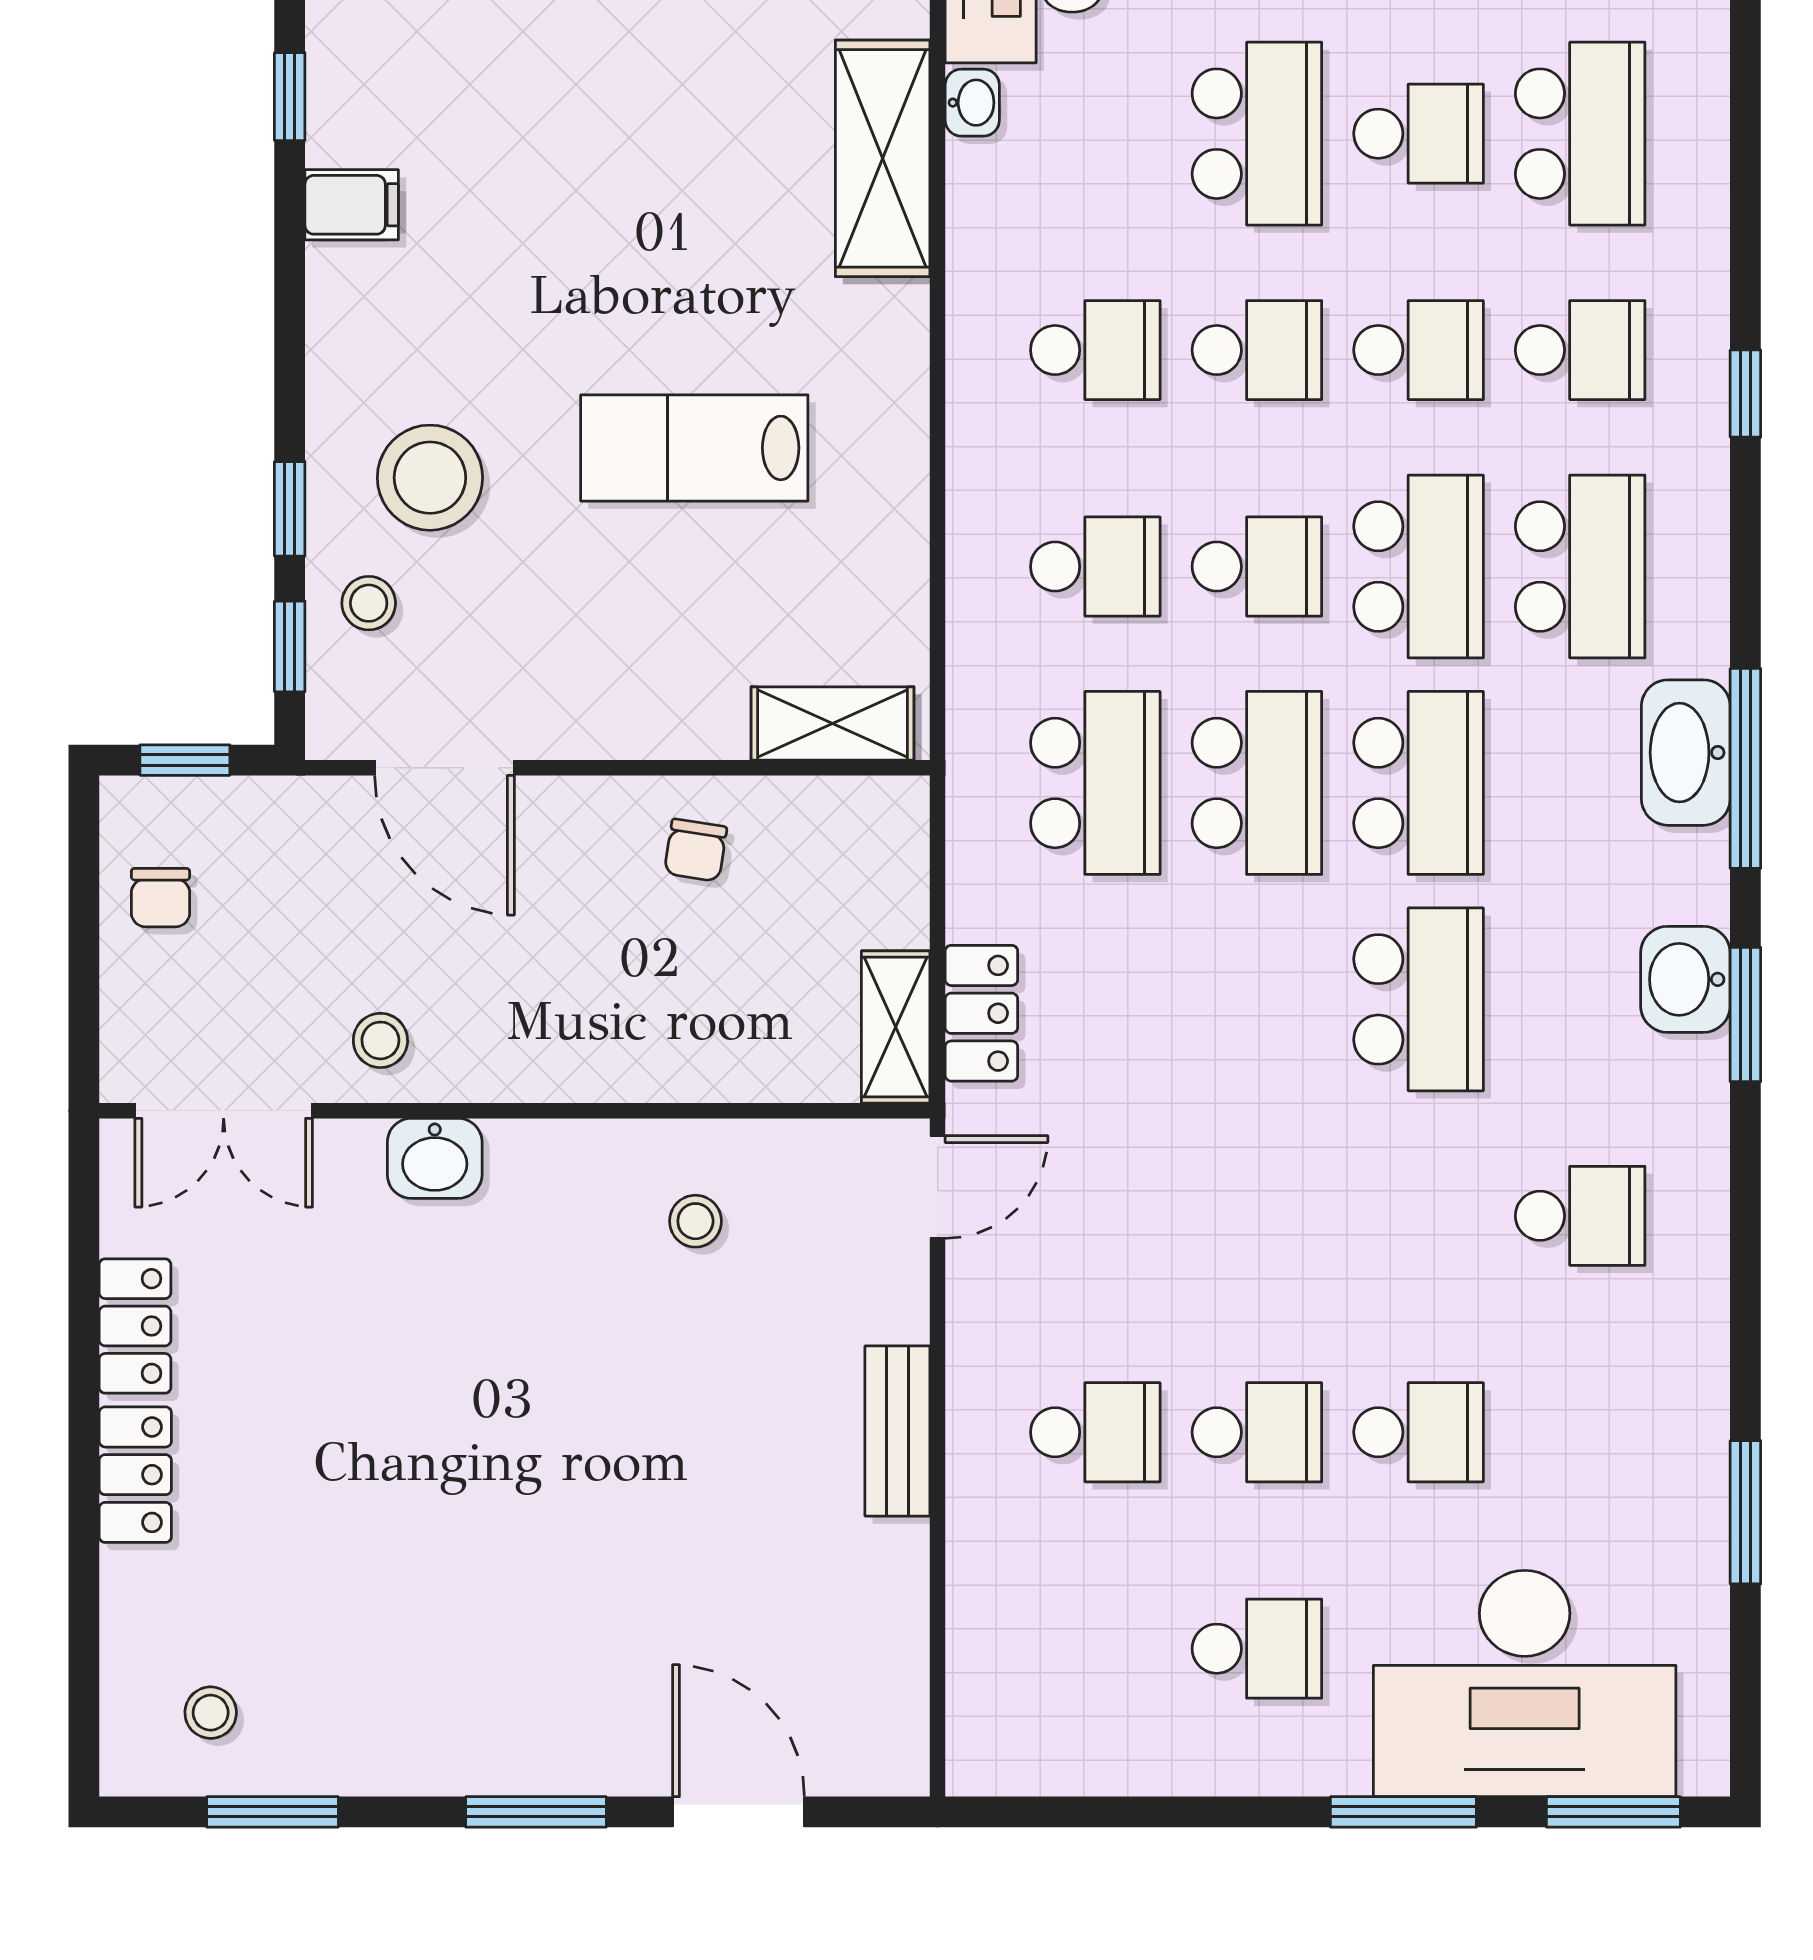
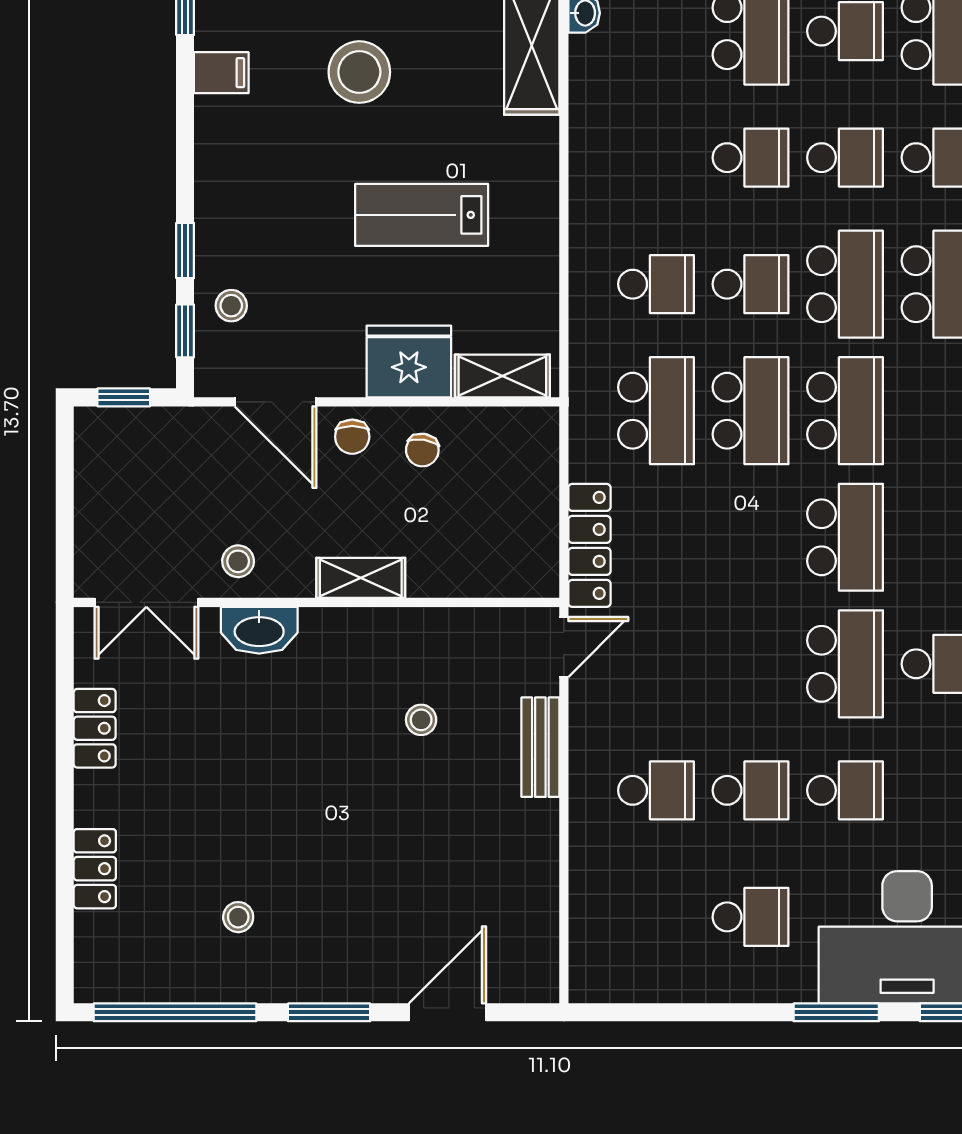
school desk: (1095, 350) -> (845, 664), moved, width x1.85
stool: (430, 478) -> (359, 72), moved
fridge: (673, 699) -> (409, 362), added
chair: (160, 898) -> (352, 437), moved
locker: (981, 1013) -> (589, 545), width x1.53
shelving: (896, 1027) -> (361, 578), moved, turned 90
washbasin: (435, 1158) -> (259, 630), width x1.38
stool: (695, 1221) -> (421, 720), moved
bench: (897, 1431) -> (540, 747), moved
locker: (135, 1475) -> (95, 869), moved
stool: (211, 1713) -> (238, 917), moved
window: (273, 1812) -> (175, 1012), width x2.11
door: (738, 1812) -> (447, 1012), hinge flipped

